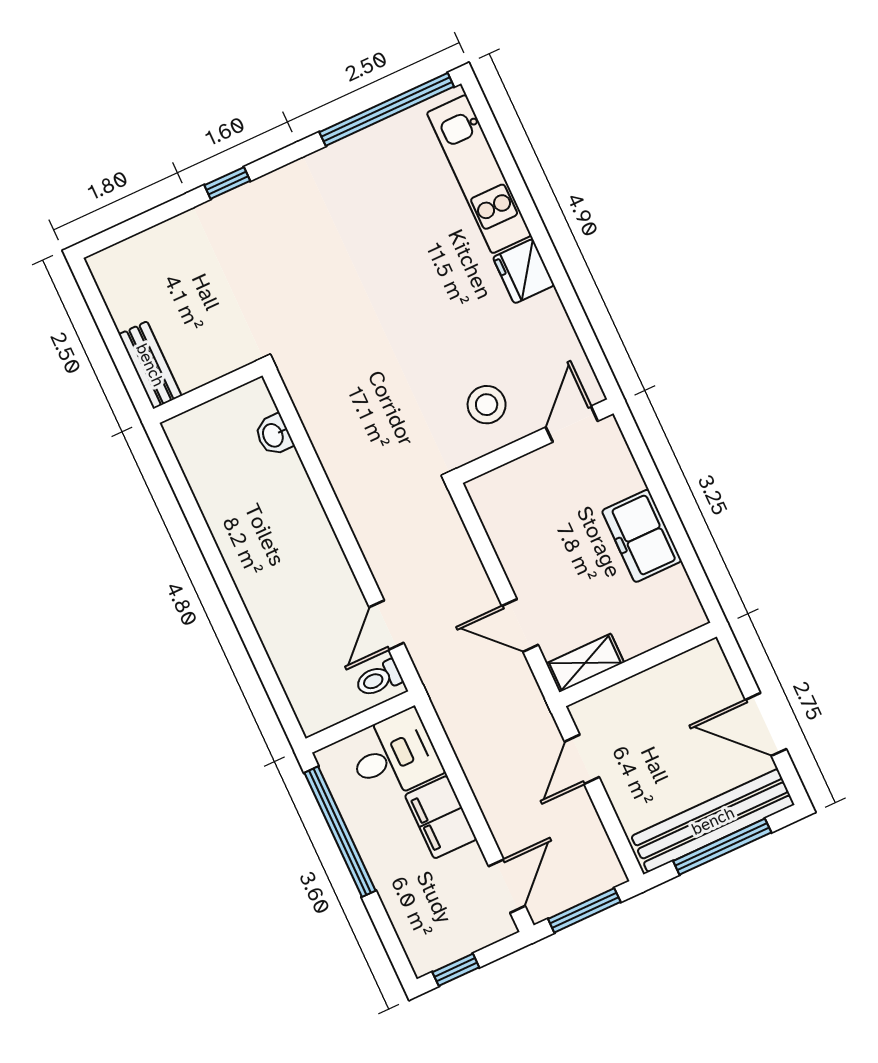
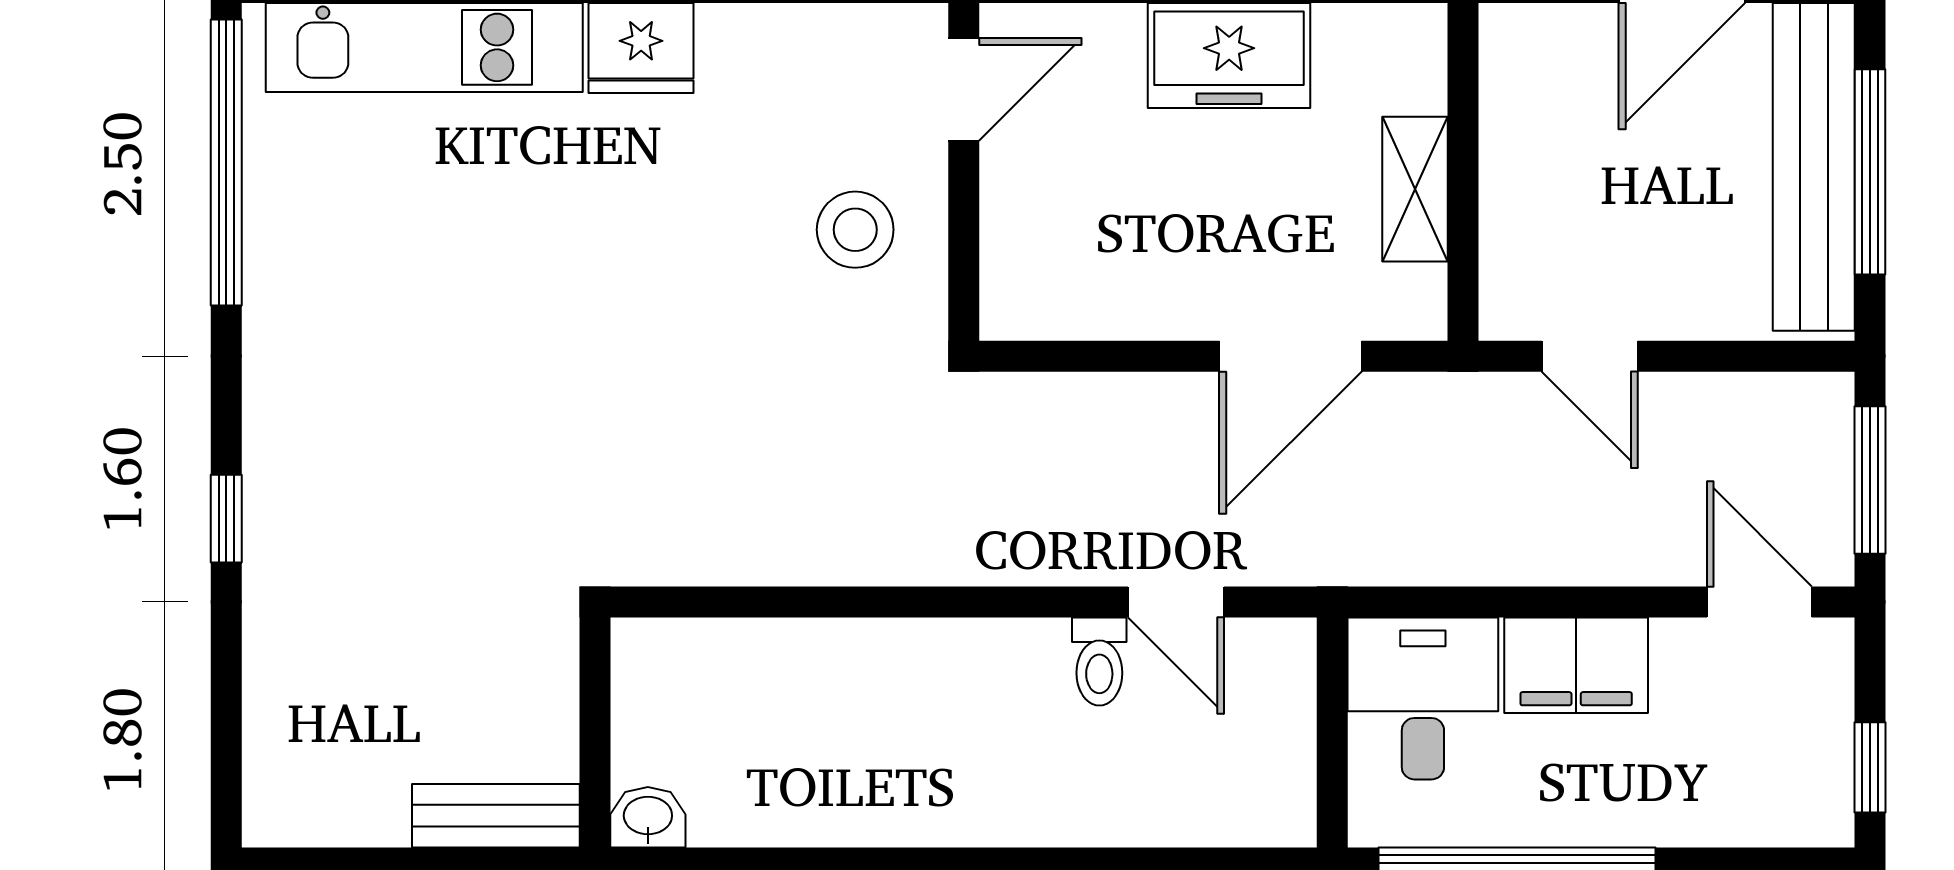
door: (572, 424) -> (964, 89), swing flipped
washbasin: (274, 435) -> (648, 817), moved, turned 180
door: (520, 625) -> (1290, 356), width x1.38
shelving: (585, 663) -> (1415, 189), moved
toilet: (379, 679) -> (1099, 661), moved

